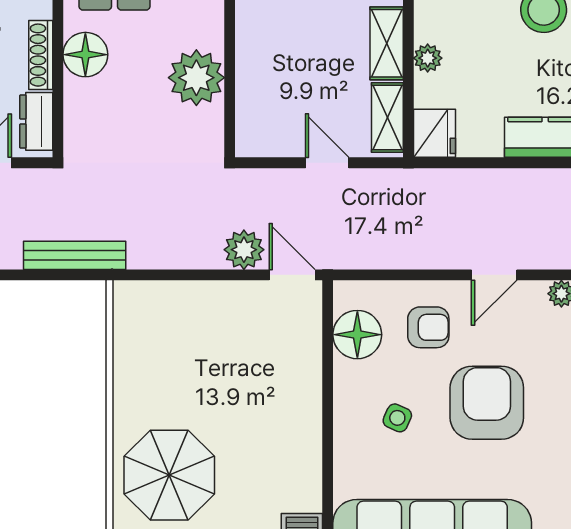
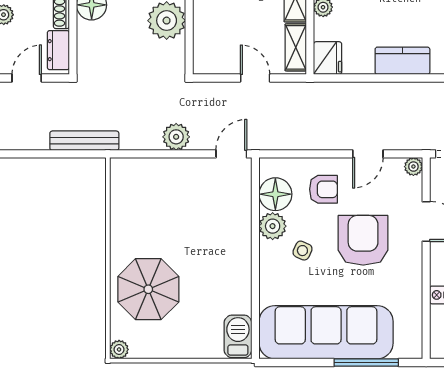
plant: (244, 250) -> (176, 137), moved
door: (292, 275) -> (231, 154), hinge flipped
plant: (353, 382) -> (273, 226), added

